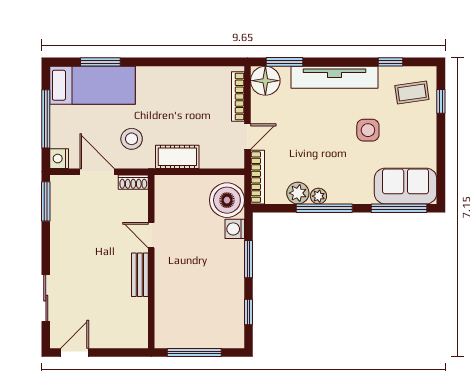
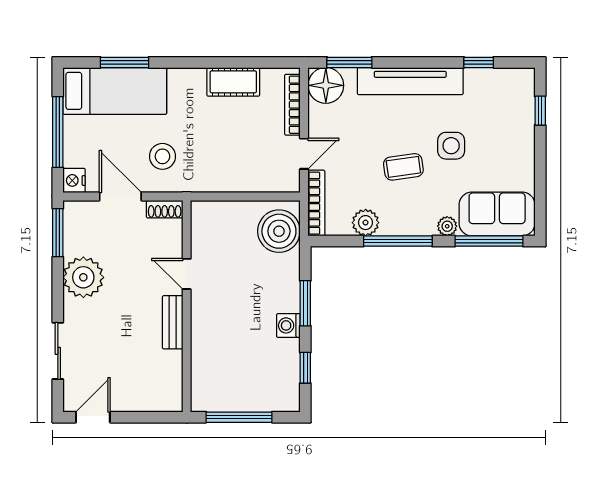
coffee table: (412, 93) -> (403, 167), moved
cot: (177, 157) -> (233, 82), moved
plant: (318, 196) -> (447, 226), moved
washing machine: (235, 229) -> (288, 325), moved
plant: (67, 238) -> (83, 277), added

